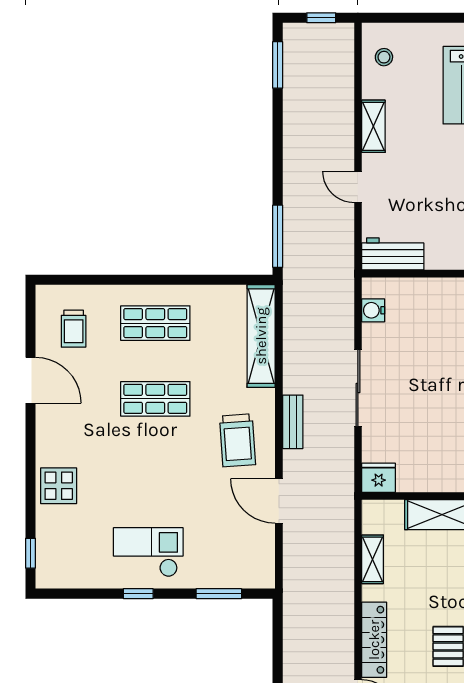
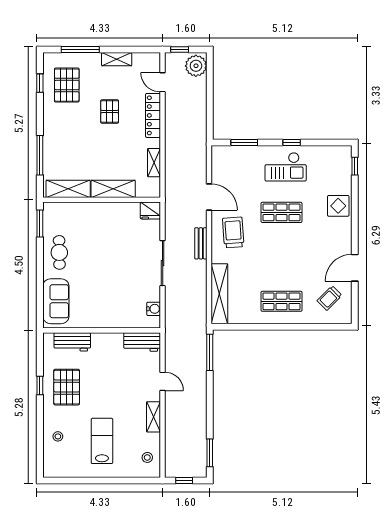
trolley: (74, 329) -> (329, 298), turned -135
door: (30, 380) -> (355, 268), hinge flipped
shop shelf: (155, 399) -> (282, 212), moved

